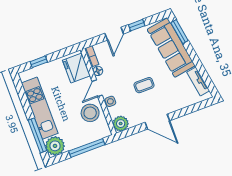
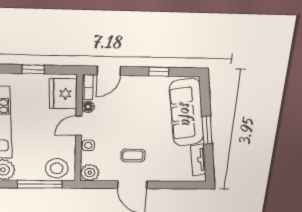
window: (179, 32) -> (207, 130), moved
door: (114, 34) -> (109, 71), moved
window: (39, 62) -> (33, 69), moved
coffee table: (144, 85) -> (133, 156), moved
stool: (90, 113) -> (57, 168), moved

